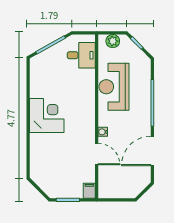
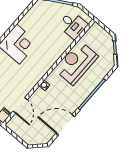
plant: (113, 41) -> (101, 33), removed
door: (97, 154) -> (20, 105), moved

